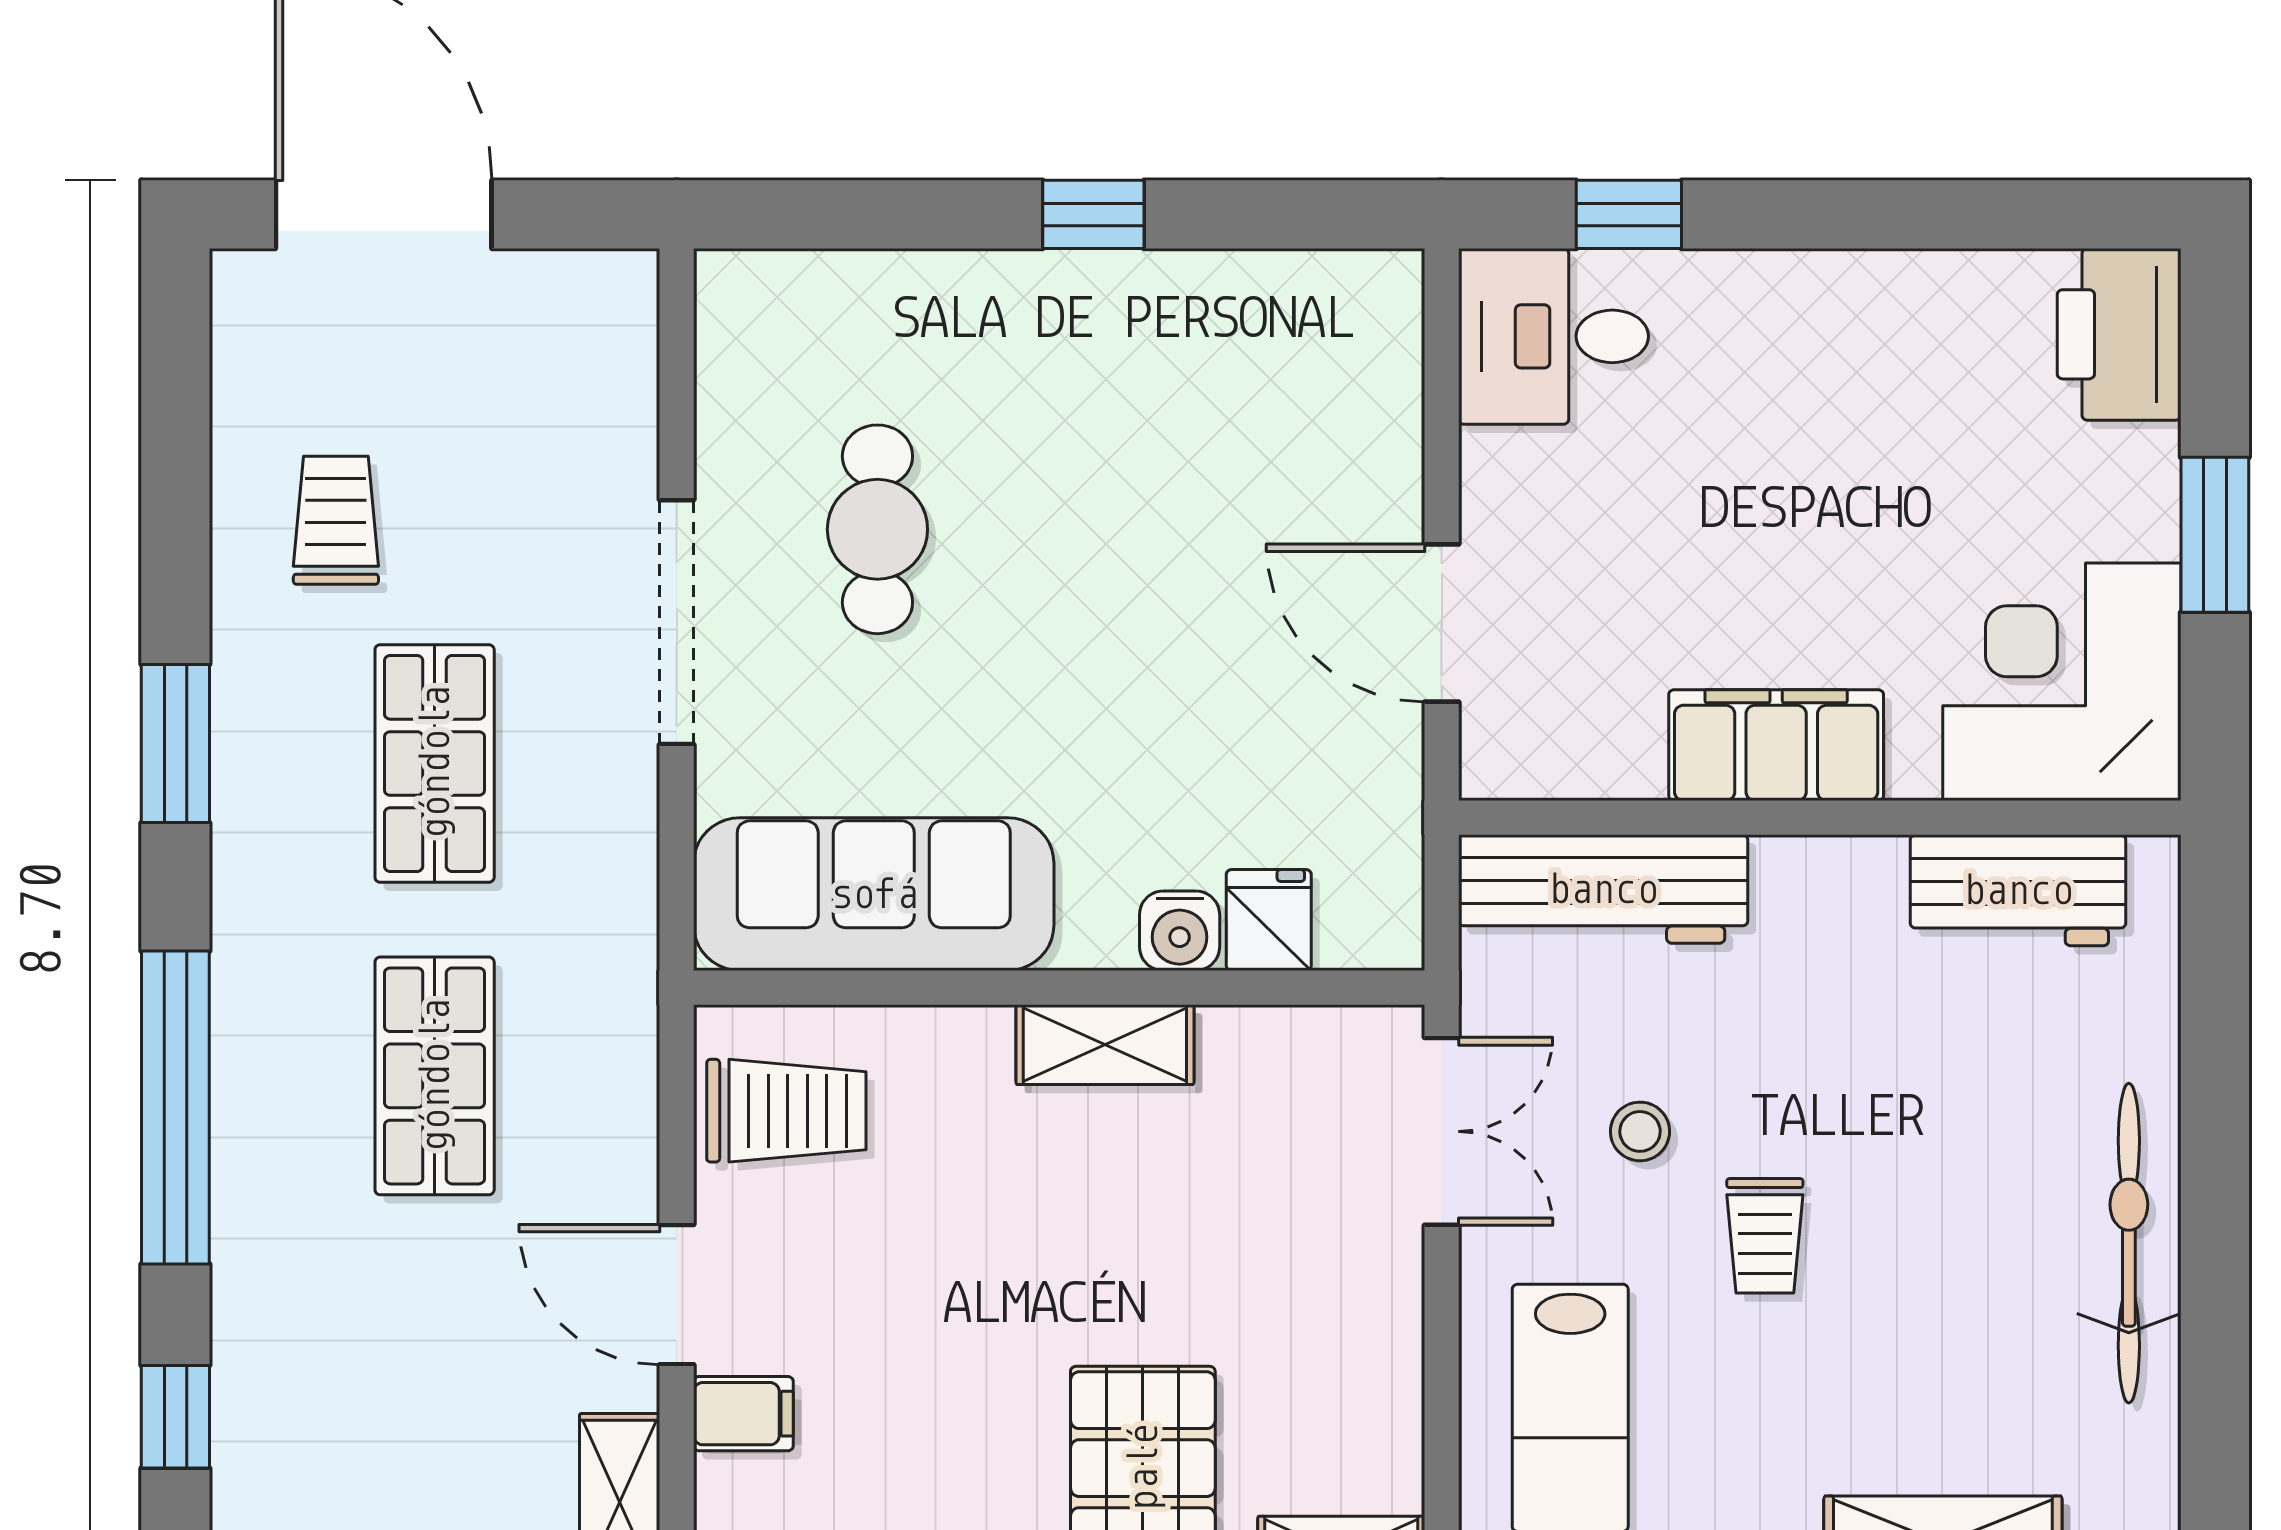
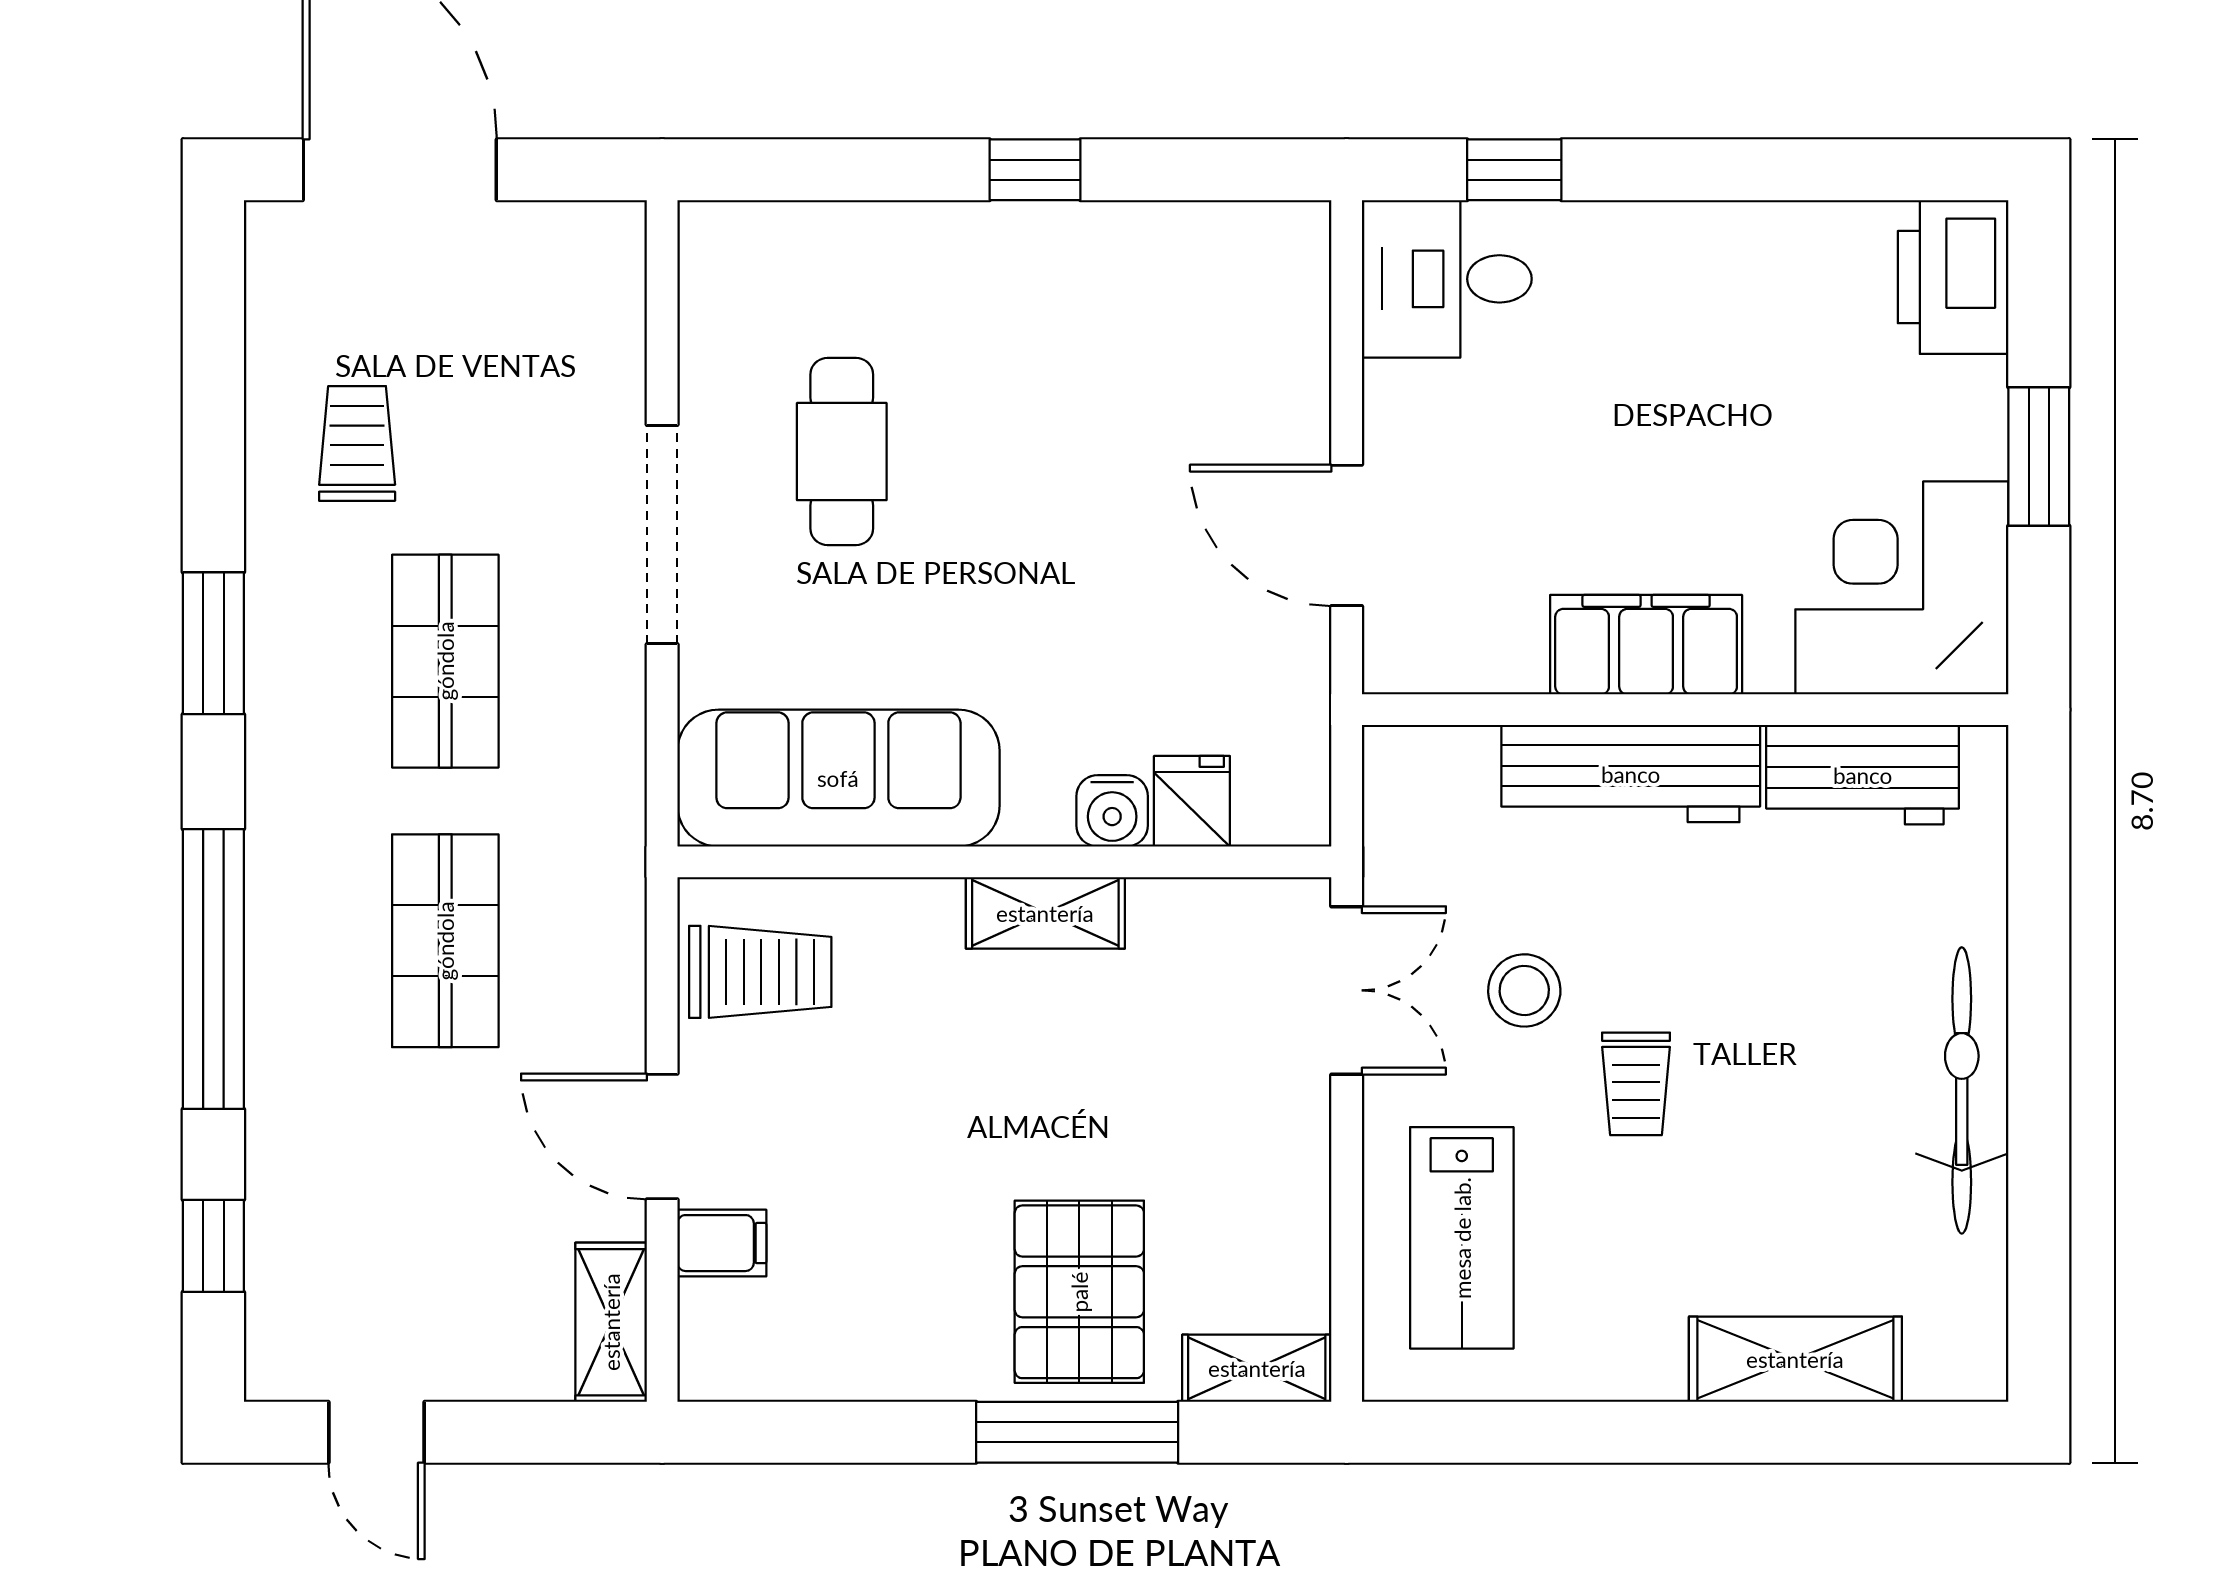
workbench: (1603, 889) -> (1631, 774), moved
stool: (1640, 1131) -> (1524, 990), width x1.37, depth x1.37

